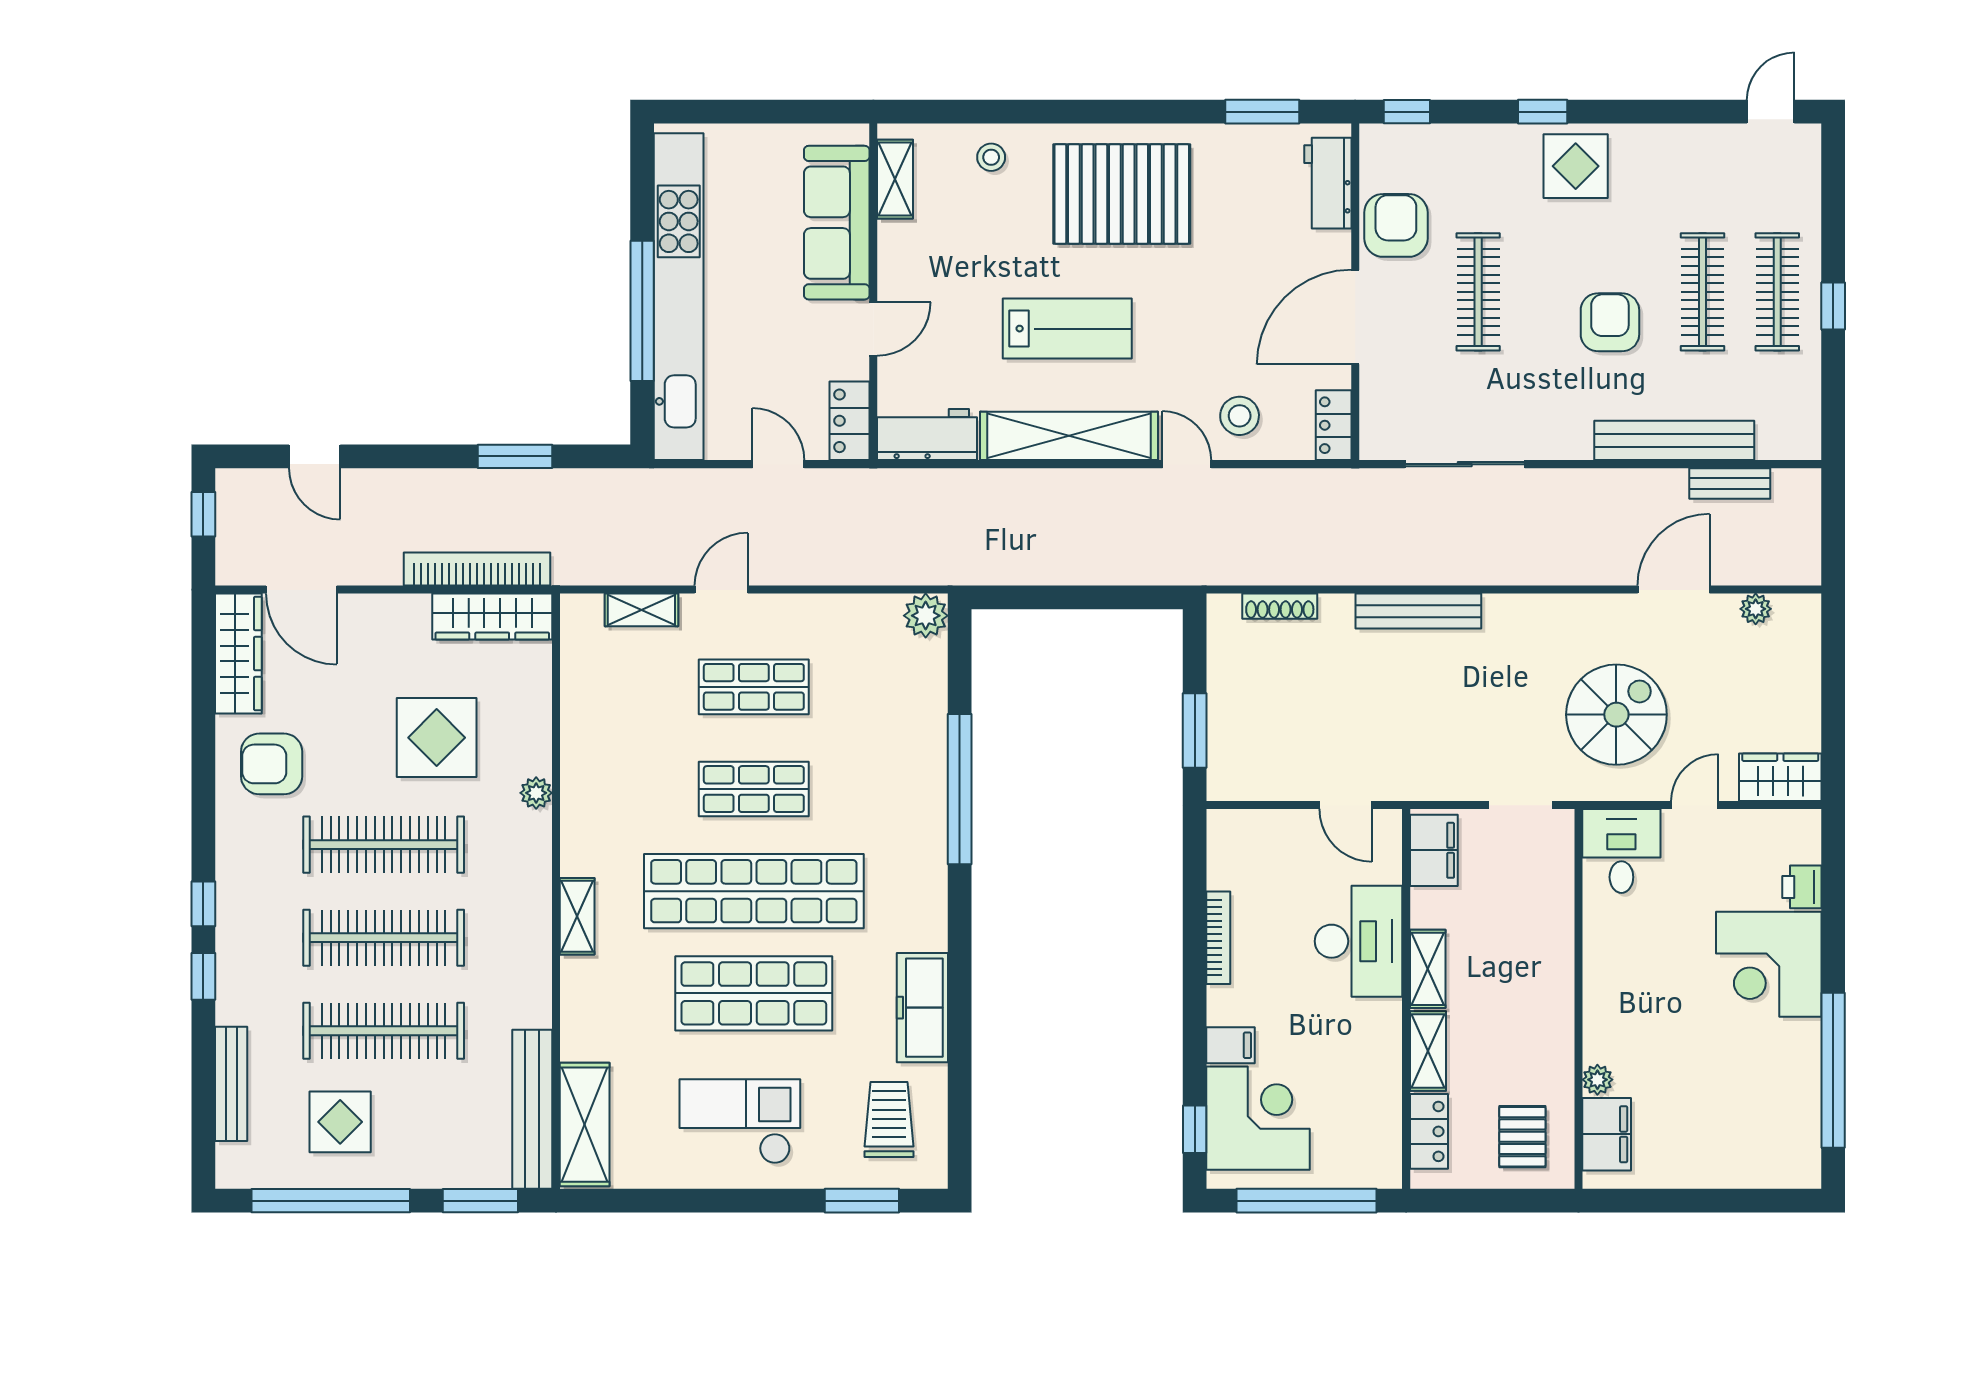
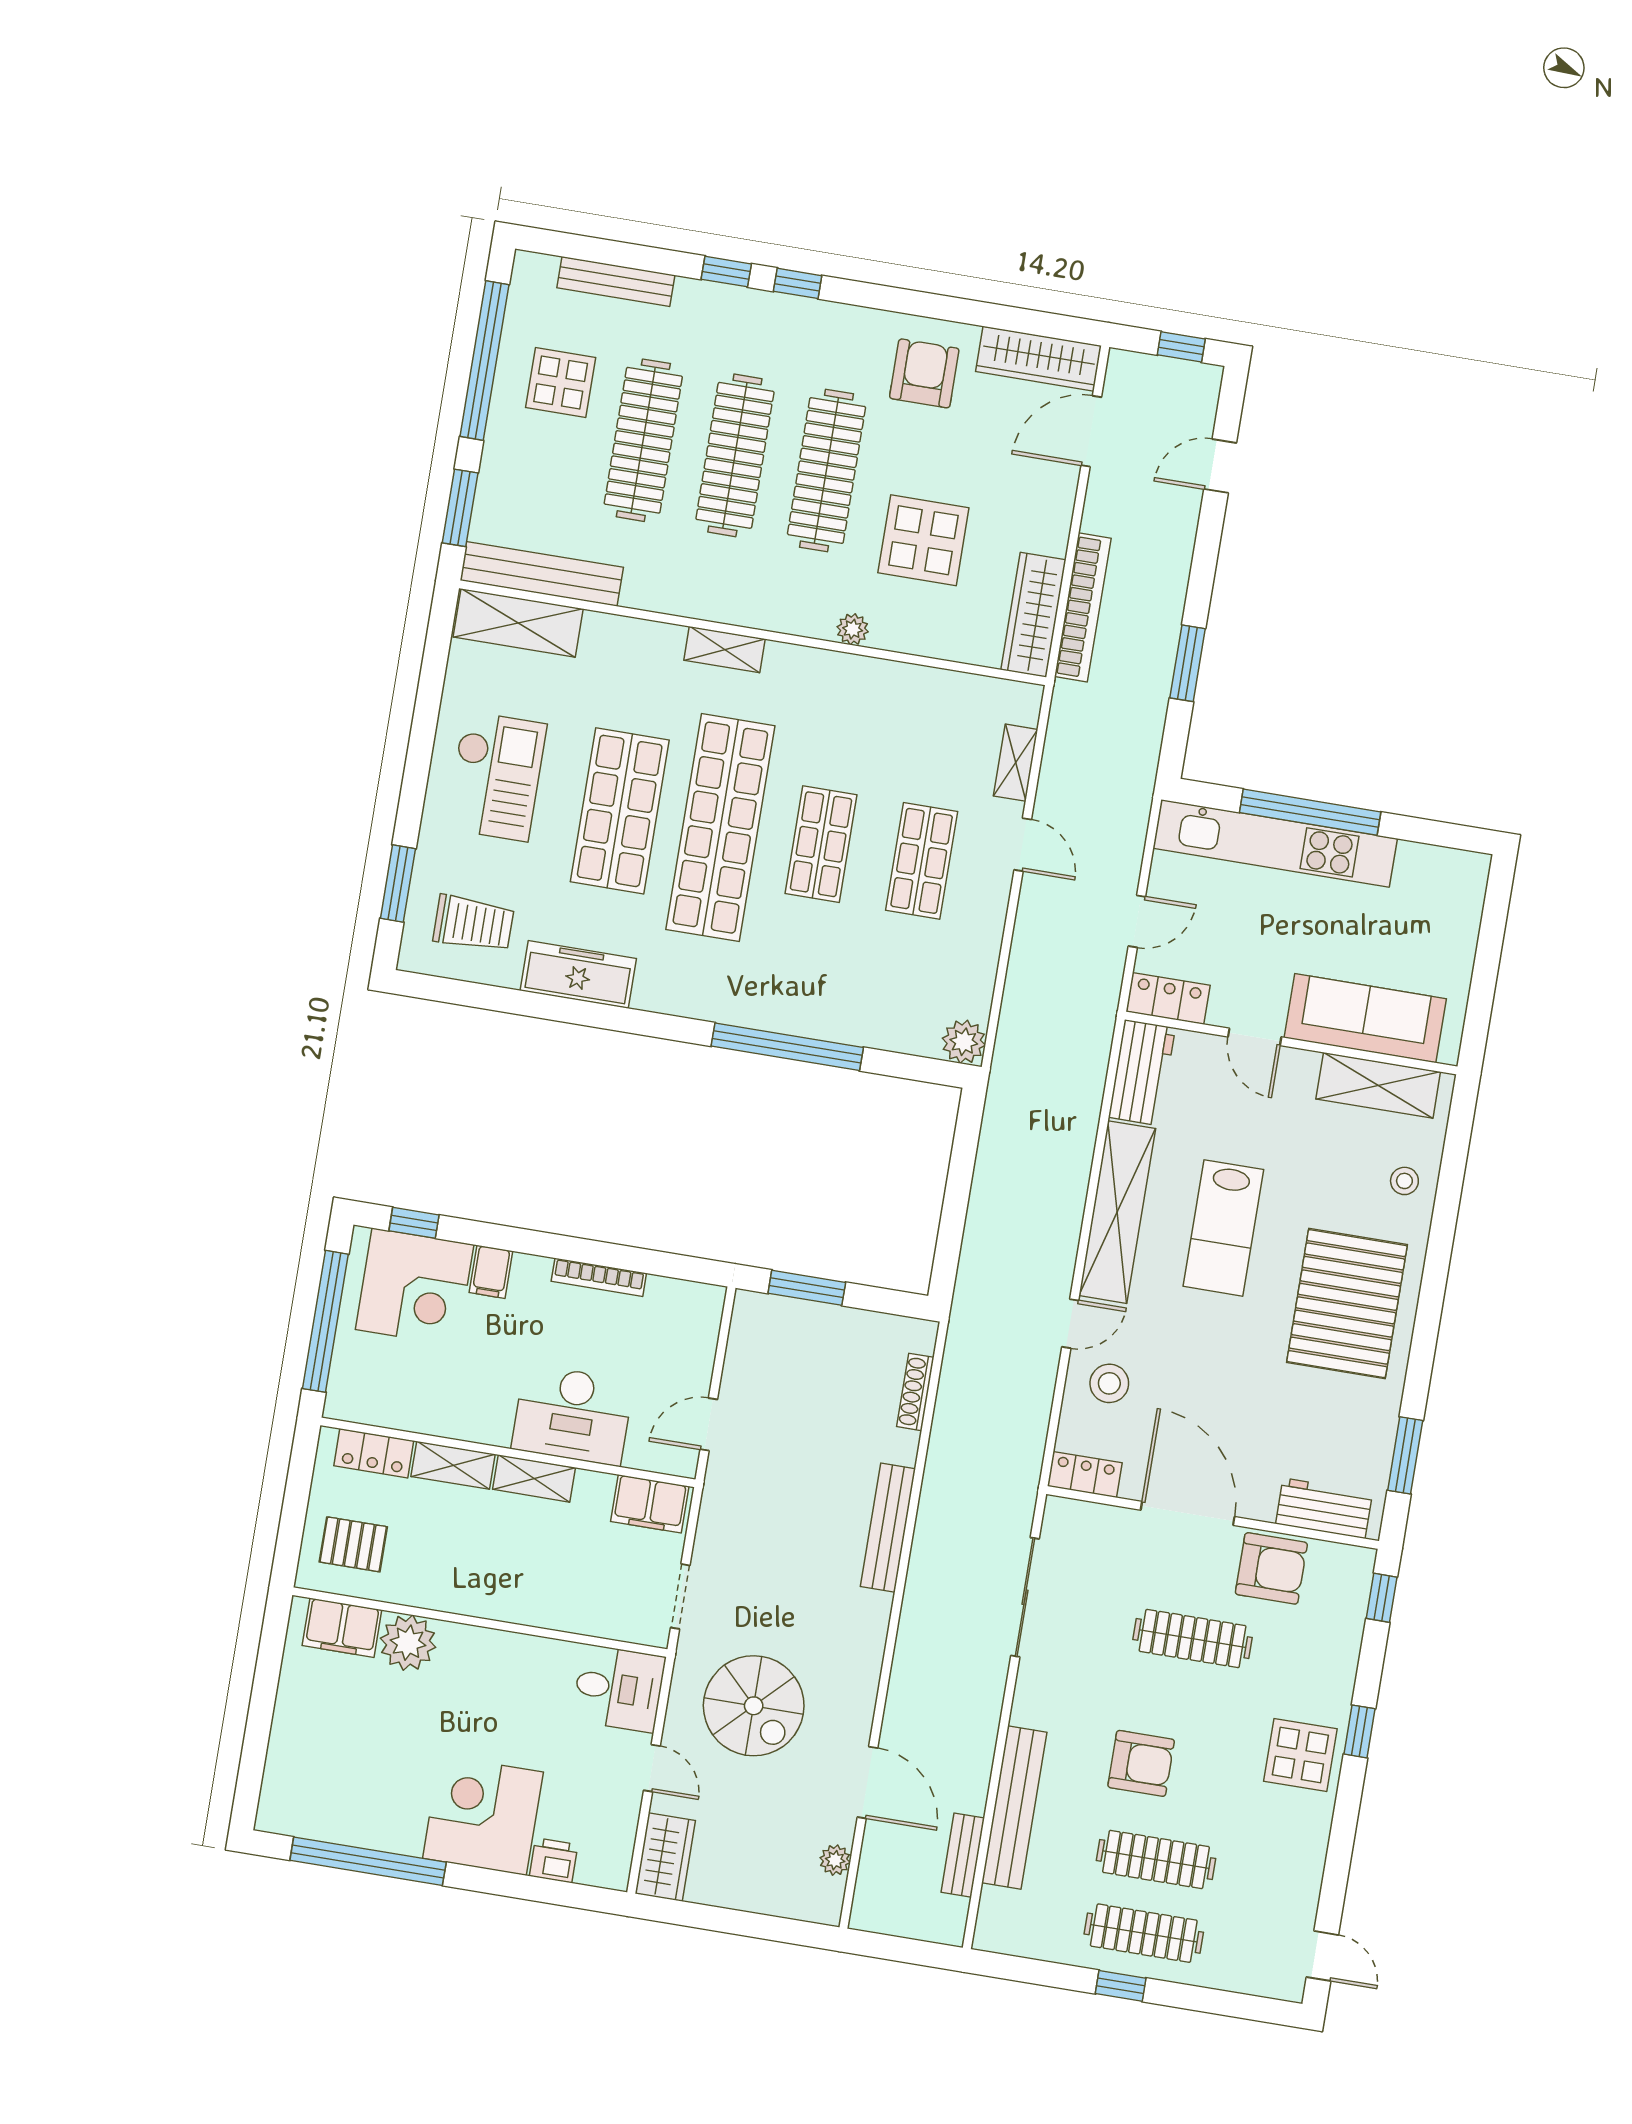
shelving: (895, 179) -> (1378, 1085), width x1.50, depth x1.33
kitchen unit: (679, 297) -> (1275, 843), width x0.73
plant: (1597, 1080) -> (408, 1643), width x1.88, depth x1.88

